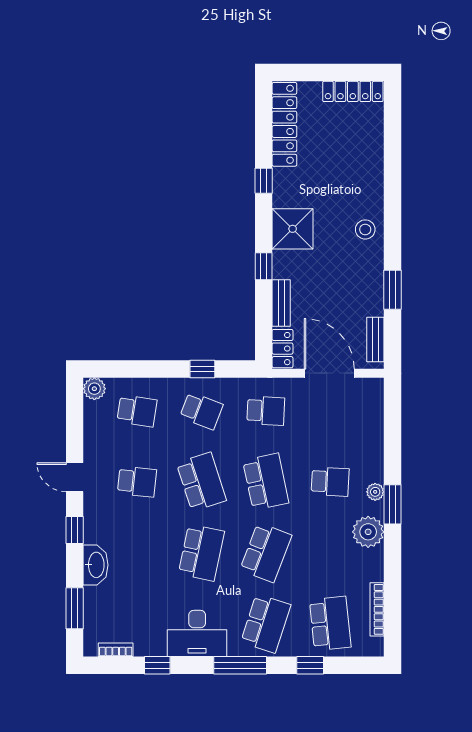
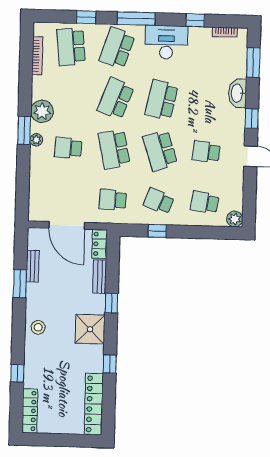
locker: (353, 91) -> (30, 411), moved, turned 90
window: (392, 164) -> (17, 373), added
bench: (375, 340) -> (33, 266), moved

